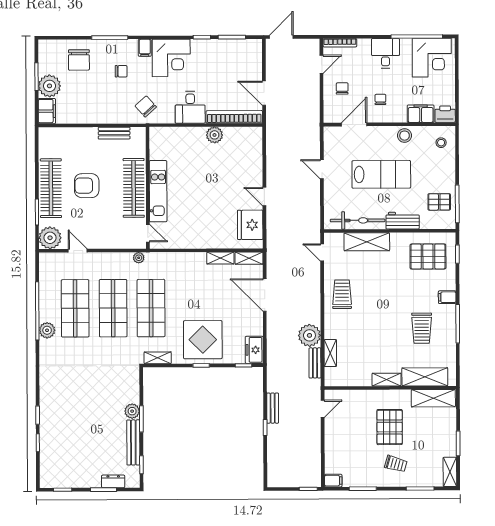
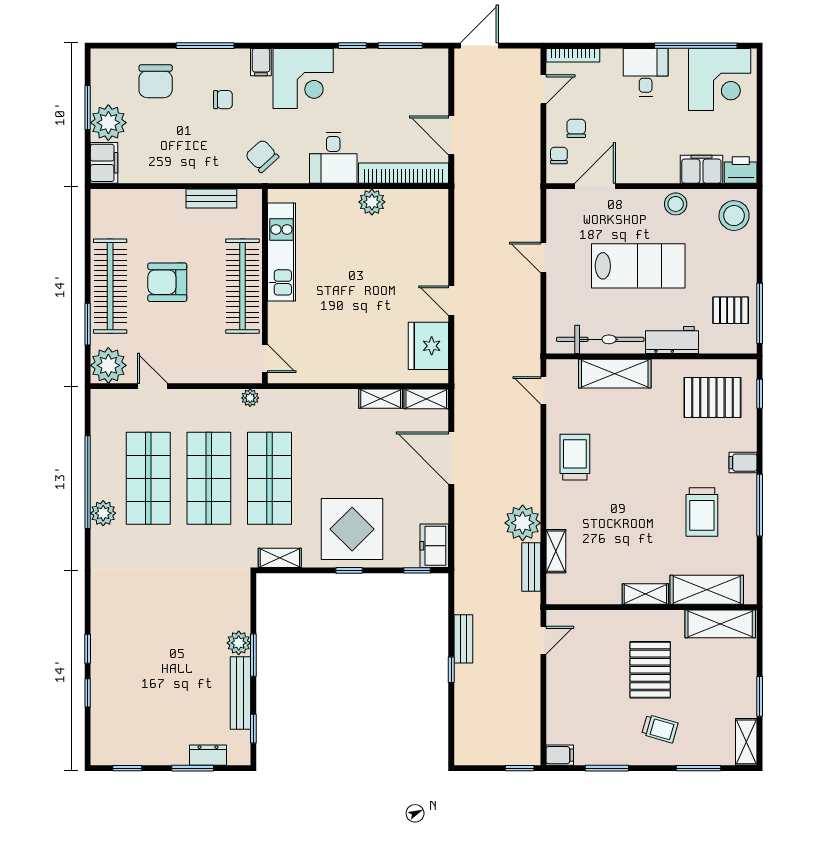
chair: (380, 99) -> (559, 155), moved
stool: (441, 143) -> (734, 216), width x1.89, depth x1.89
kitchen unit: (158, 191) -> (281, 252), moved

